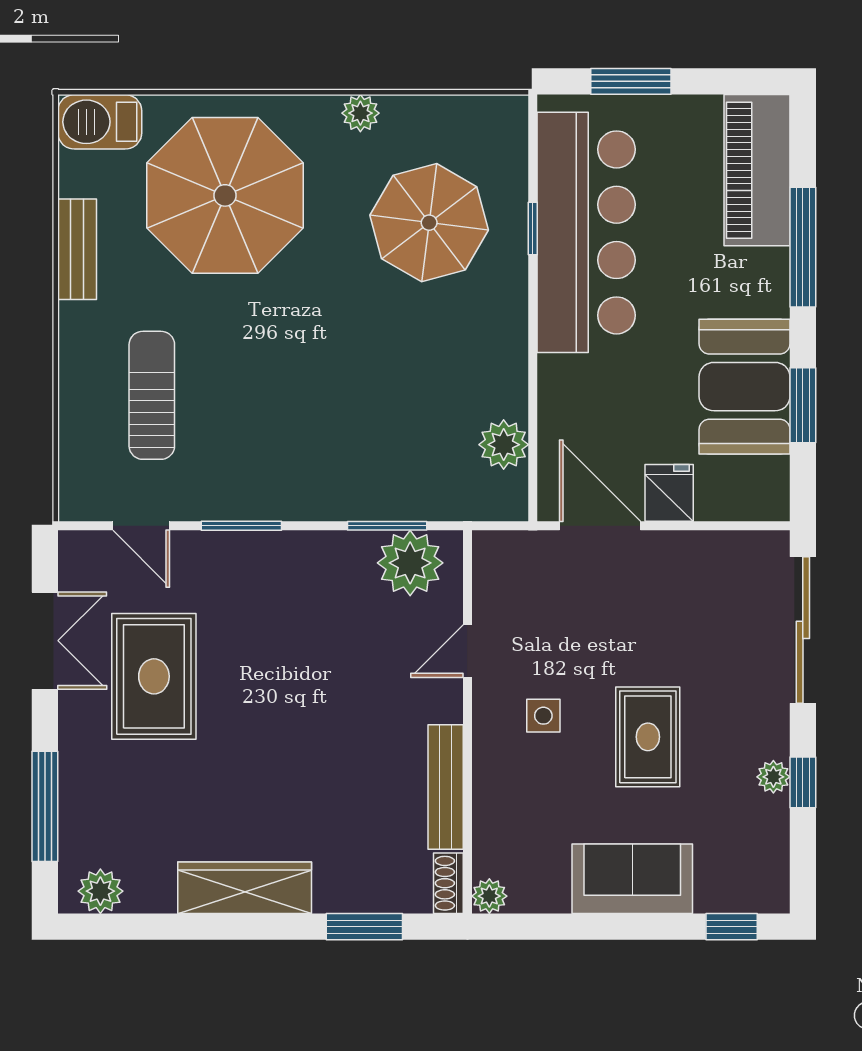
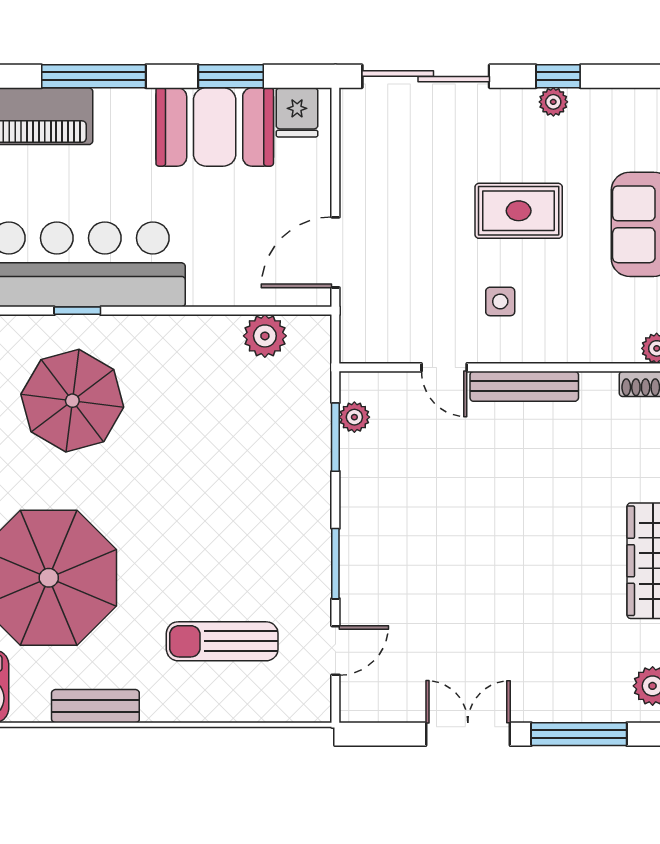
fridge: (669, 493) -> (297, 112), moved, turned -90
plant: (410, 563) -> (354, 417), width x0.53, depth x0.53
double door: (45, 641) -> (468, 734), moved
rug: (154, 676) -> (466, 639), removed
bench: (446, 787) -> (524, 386), moved

